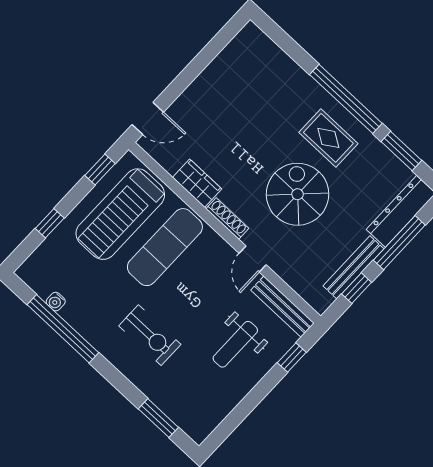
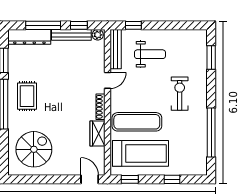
spiral stairs: (298, 194) -> (34, 149), moved, turned 180
plant: (322, 301) -> (98, 35), added
water cooler: (56, 302) -> (202, 146), removed

